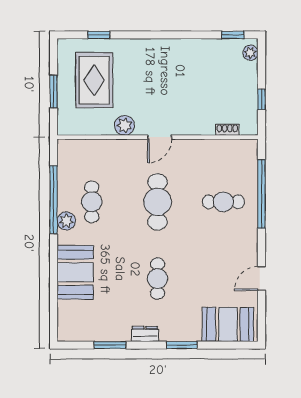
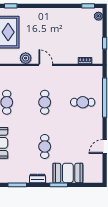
door: (160, 137) -> (46, 65), swing flipped
cafe table: (158, 202) -> (45, 102), width x0.73, depth x0.74
booth: (228, 324) -> (68, 173), moved

